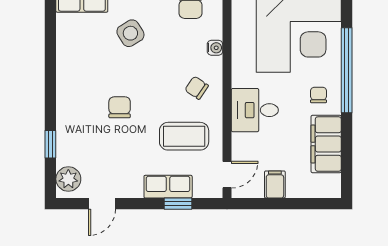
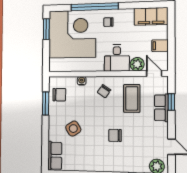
filing cabinet: (326, 144) -> (151, 16), moved
plant: (243, 145) -> (137, 64), added

